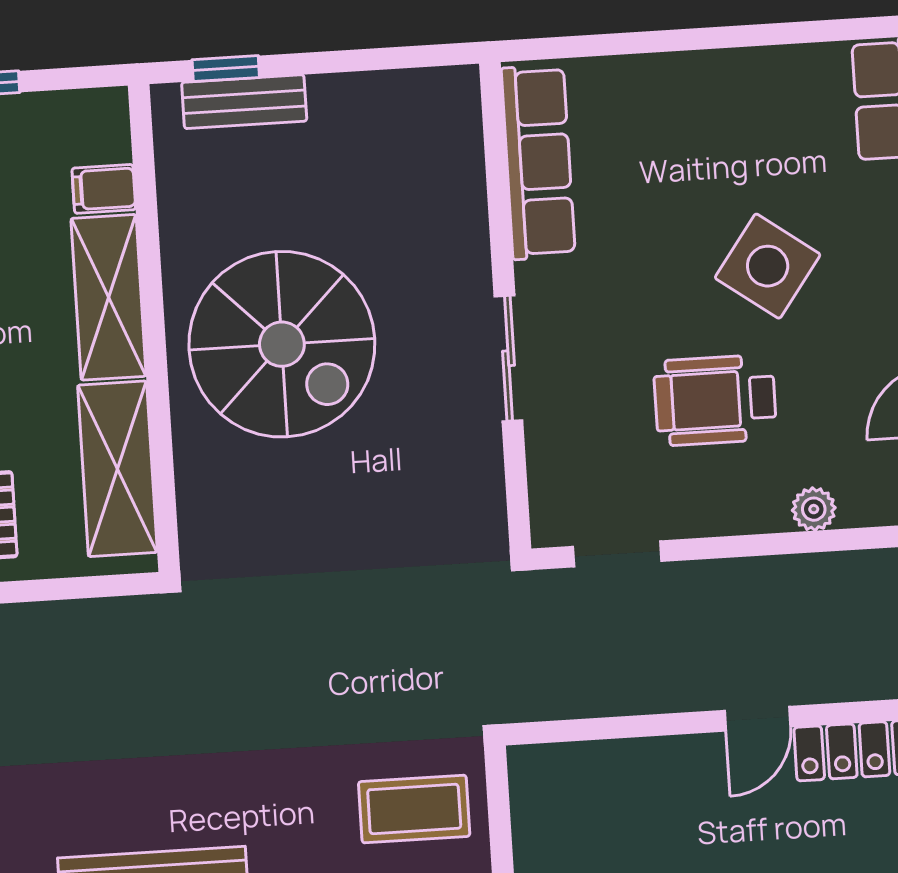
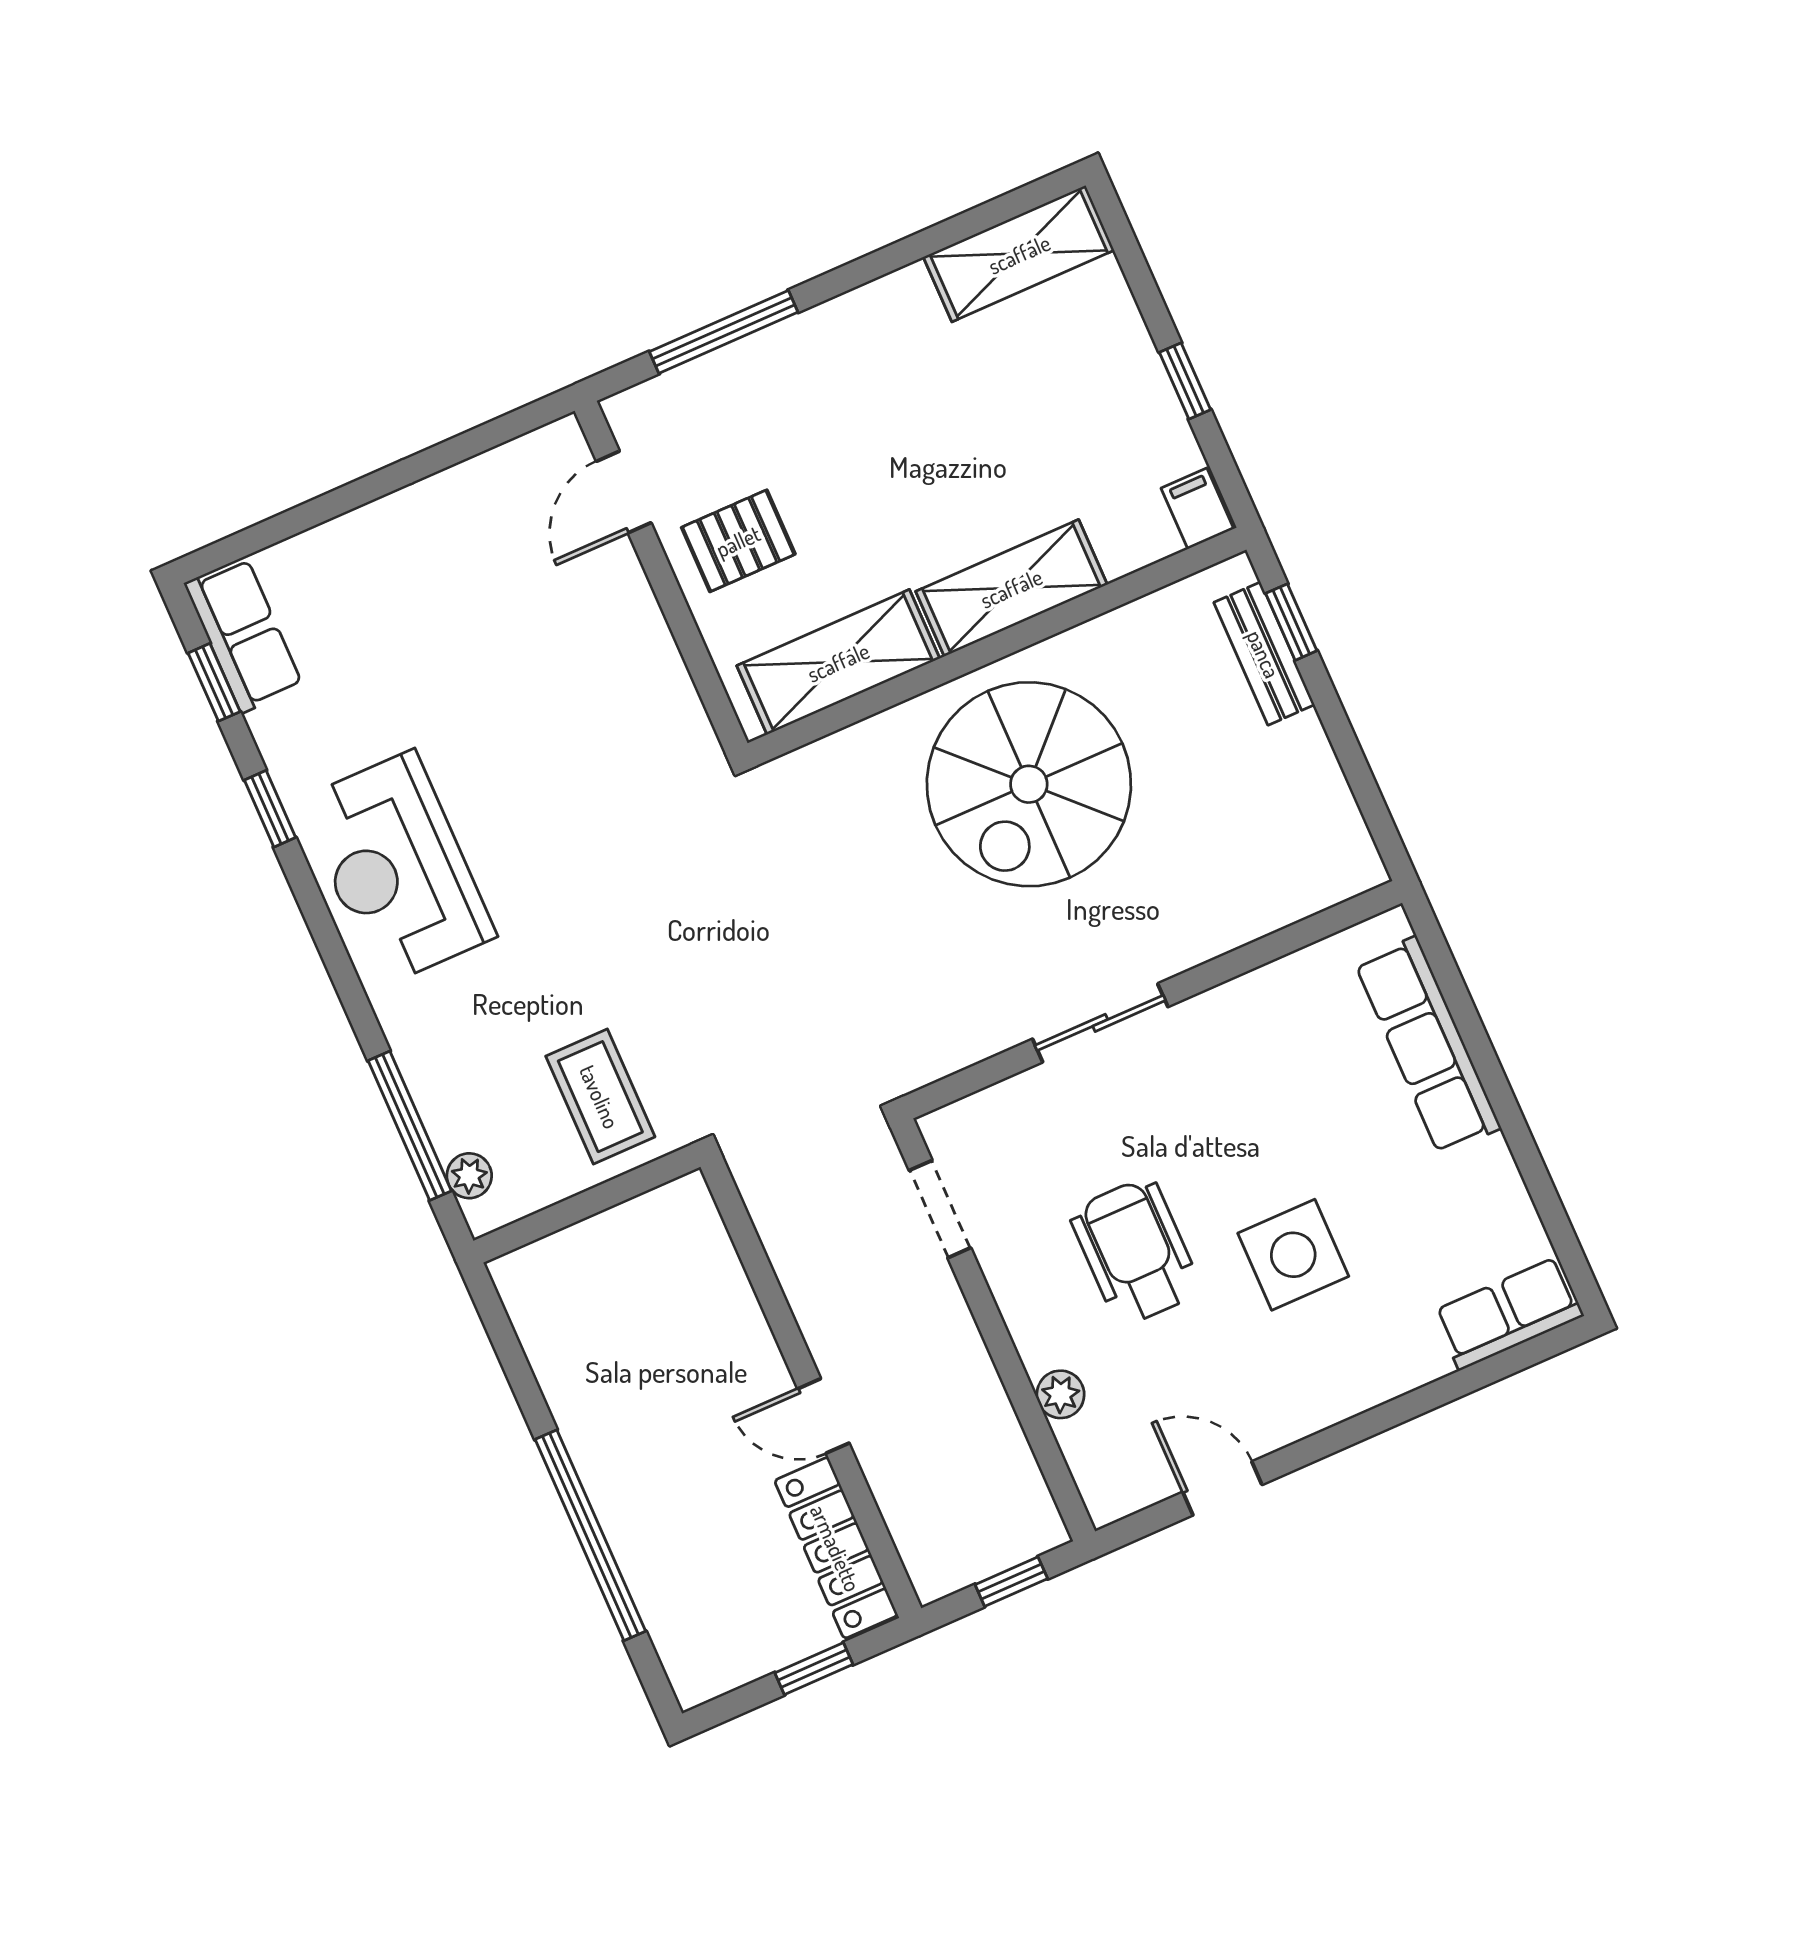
row of seats: (538, 162) -> (1428, 1045), moved, turned 90
filing cabinet: (104, 189) -> (1197, 508), moved
side table: (768, 266) -> (1293, 1255), turned -36

